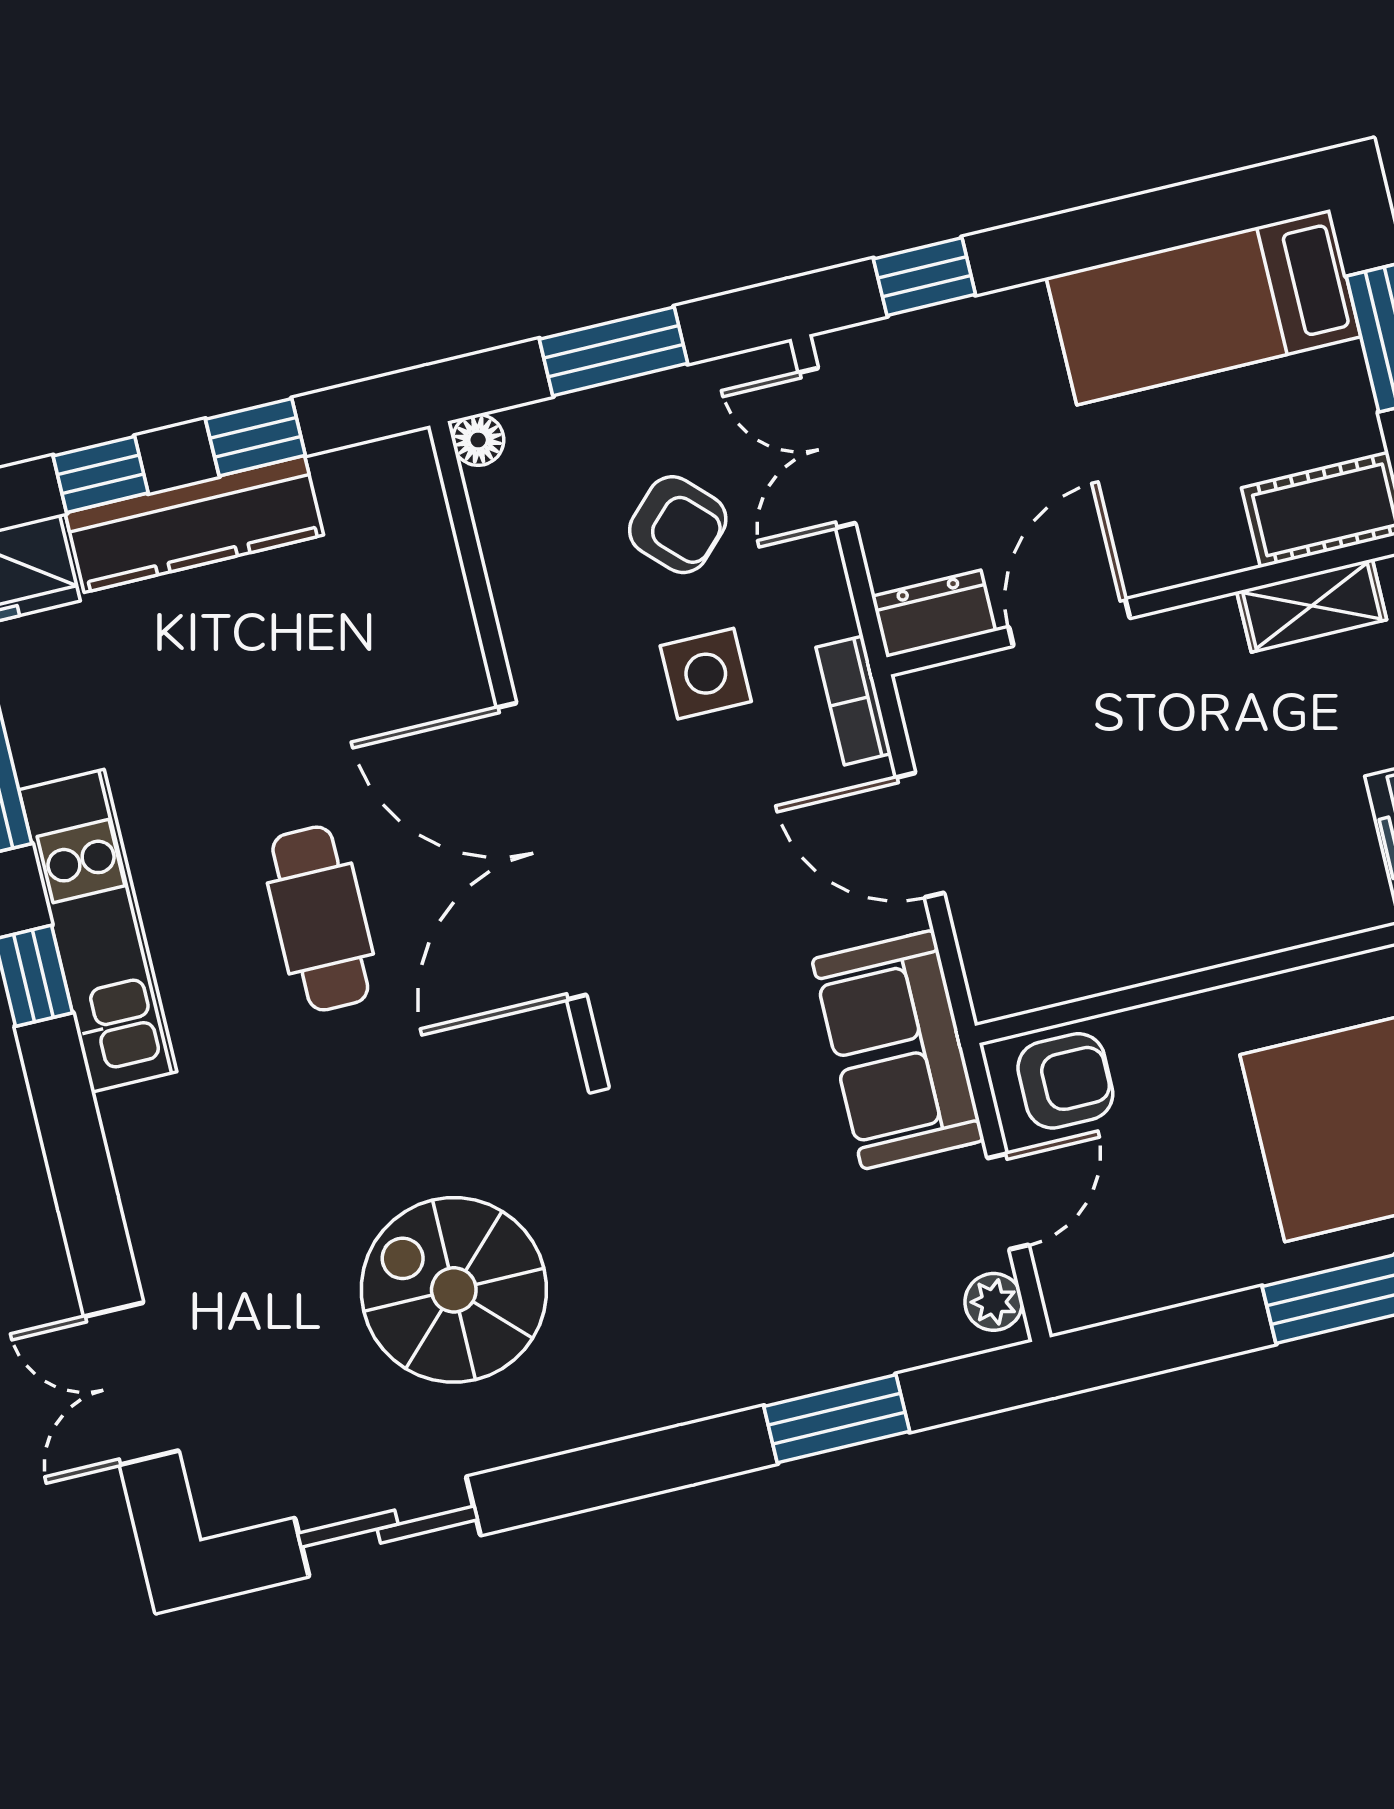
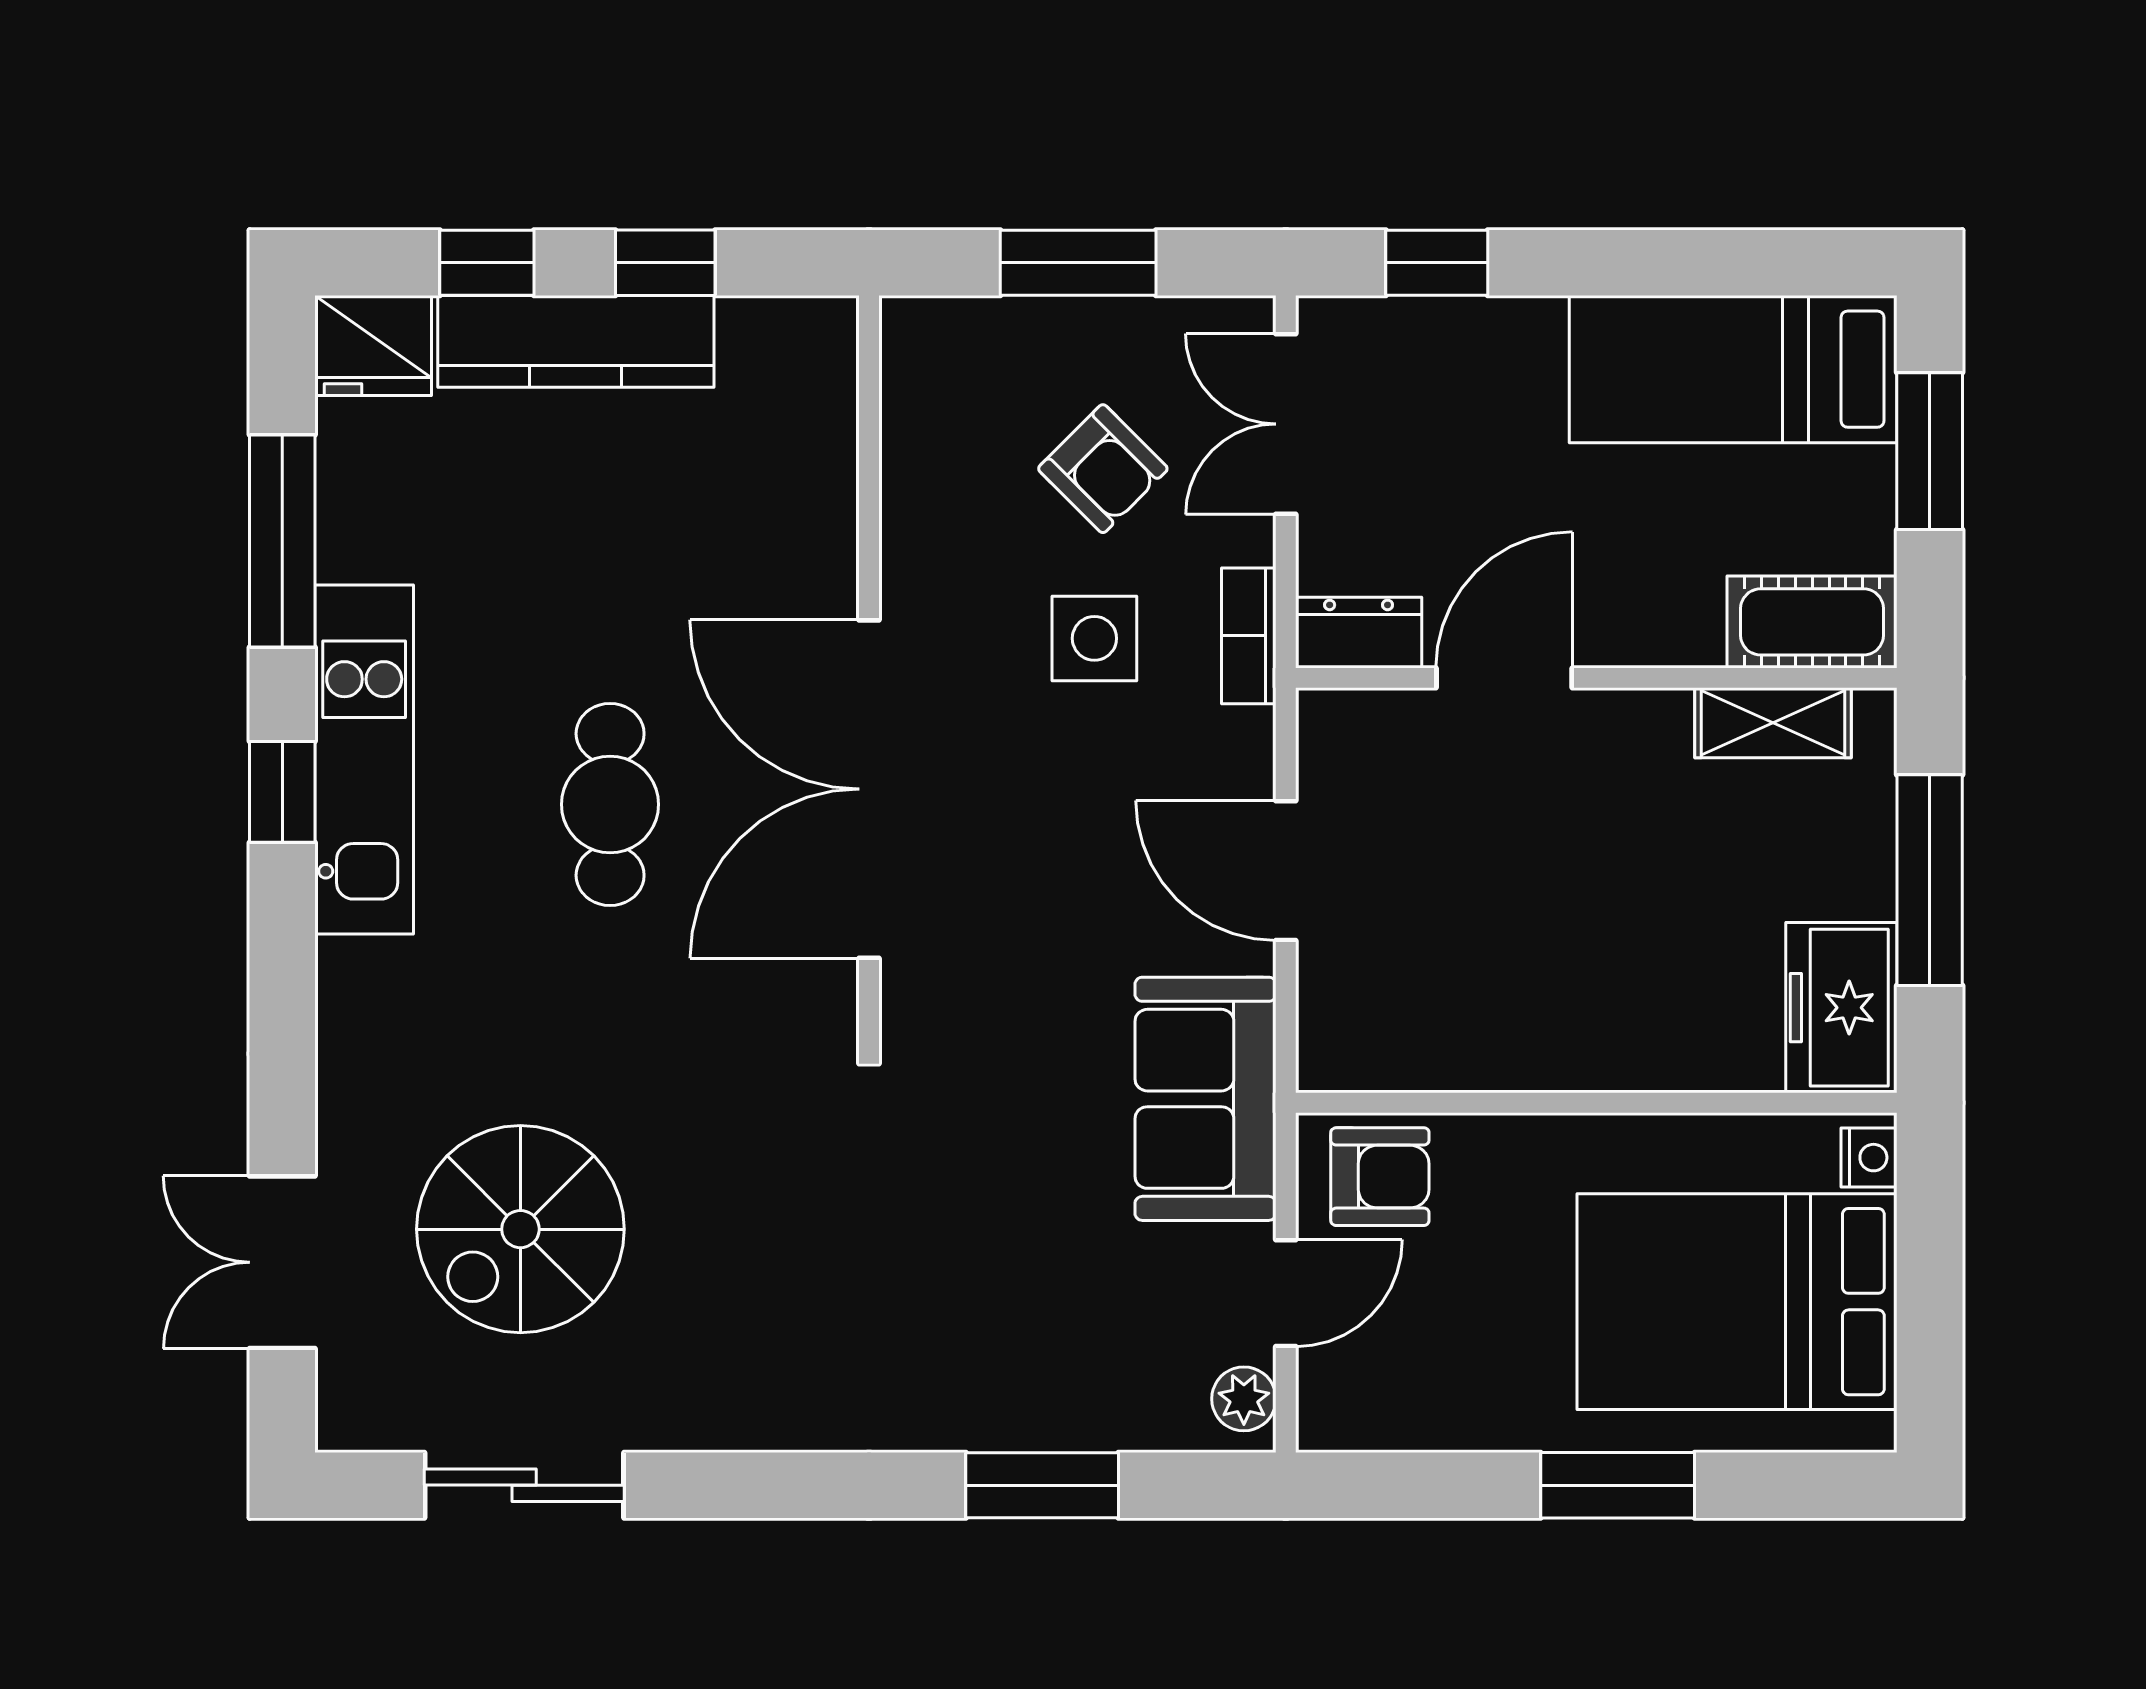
floor lamp: (478, 440) -> (907, 324), removed
bookcase: (854, 700) -> (1249, 636), moved
spiral stairs: (454, 1290) -> (520, 1229), moved, turned -90

